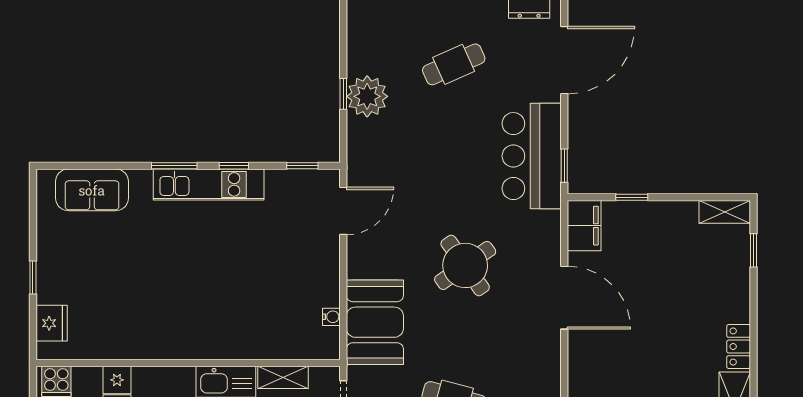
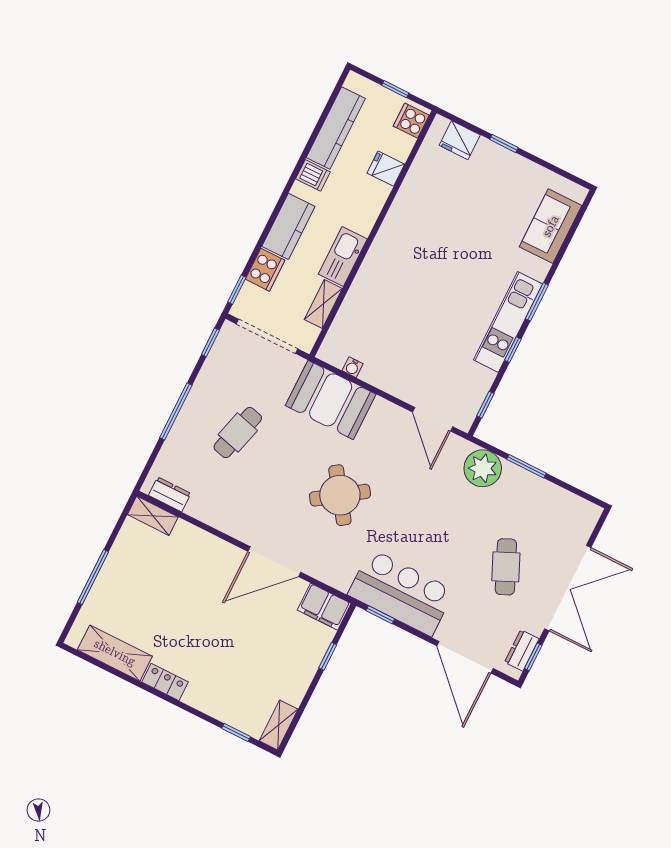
window: (343, 94) -> (527, 466), width x1.50
plant: (367, 96) -> (483, 468), moved

